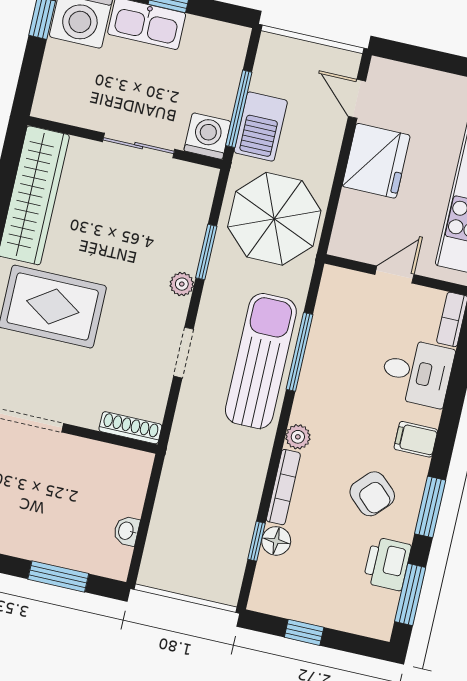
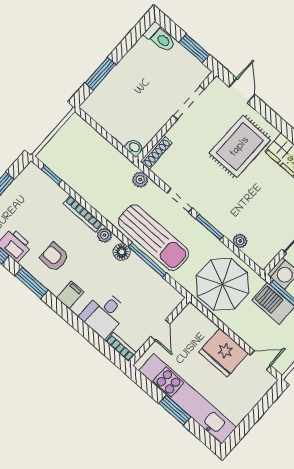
window: (206, 252) -> (210, 227), moved
plant: (182, 284) -> (240, 241), moved
plant: (185, 429) -> (140, 180), added
armchair: (372, 494) -> (55, 257), turned 47
washbasin: (126, 531) -> (134, 148), moved
window: (256, 541) -> (52, 175), moved
floor lamp: (276, 541) -> (122, 252), moved

